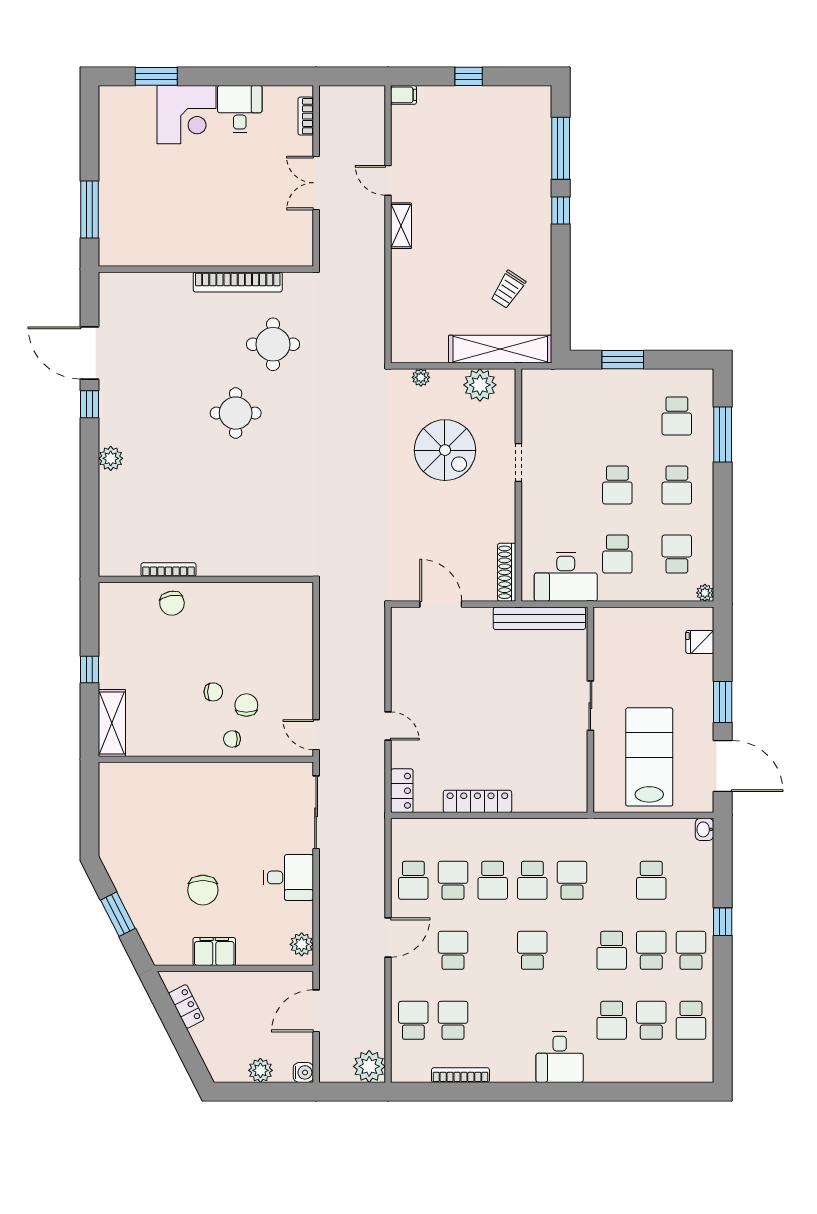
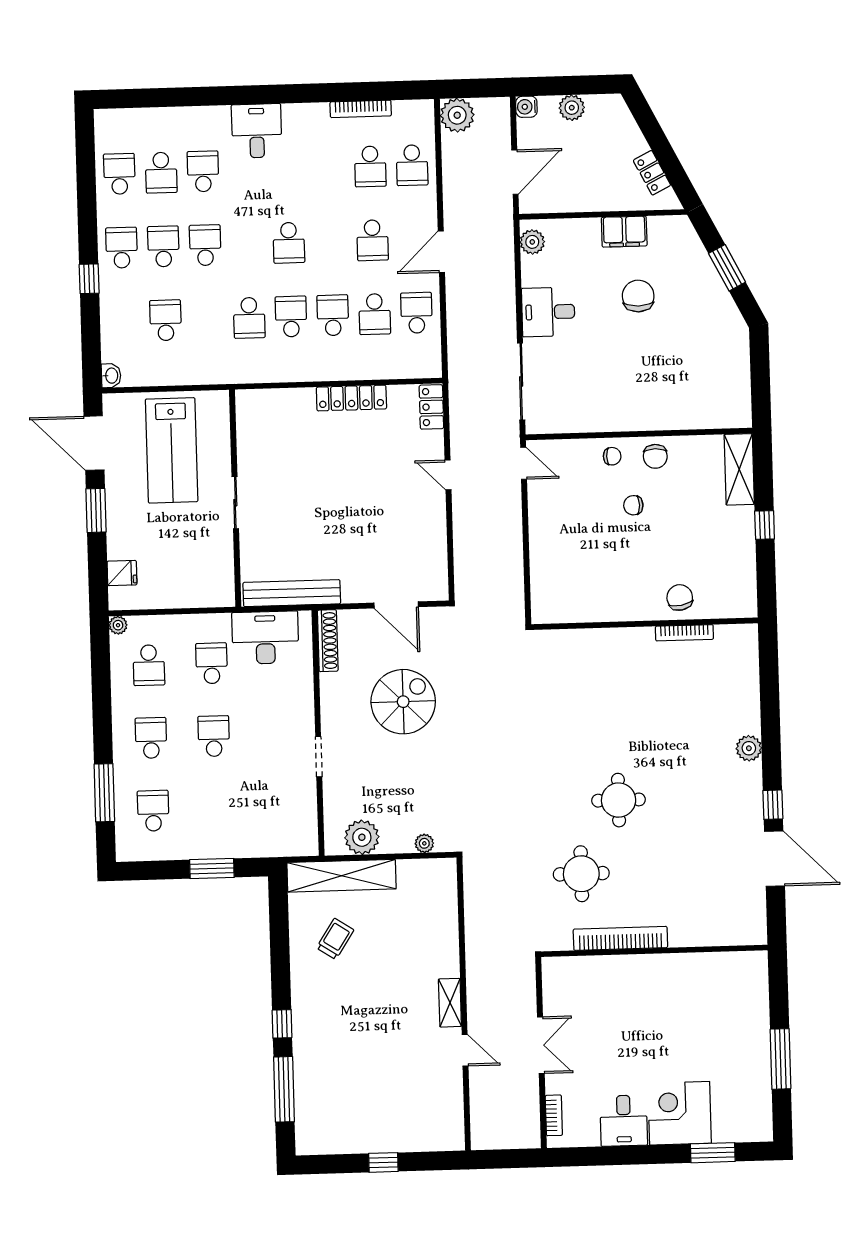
filing cabinet: (404, 95) -> (451, 1141), removed
window: (90, 210) -> (780, 1059), moved
spiral stairs: (445, 450) -> (403, 702), moved, turned 90
chair: (246, 705) -> (655, 456), moved
school desk: (651, 950) -> (163, 246), turned 180
school desk: (691, 950) -> (122, 248), turned 180

